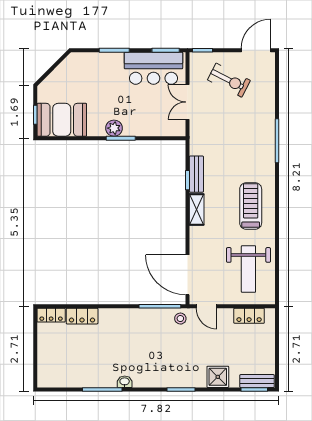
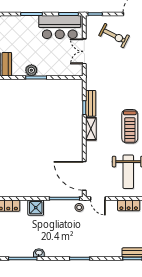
treadmill: (251, 206) -> (130, 126), turned 180
shower: (218, 377) -> (36, 208), moved

